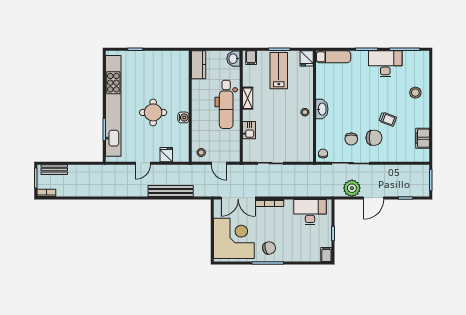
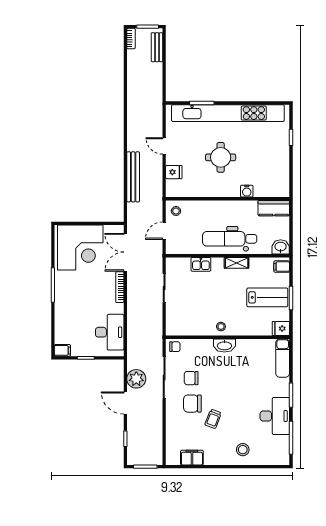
water cooler: (183, 117) -> (247, 191), moved
chair: (374, 138) -> (192, 404), turned 90
chair: (269, 248) -> (70, 287), removed

